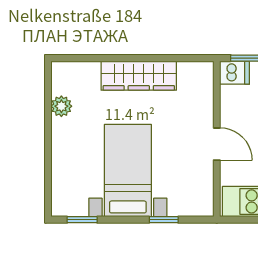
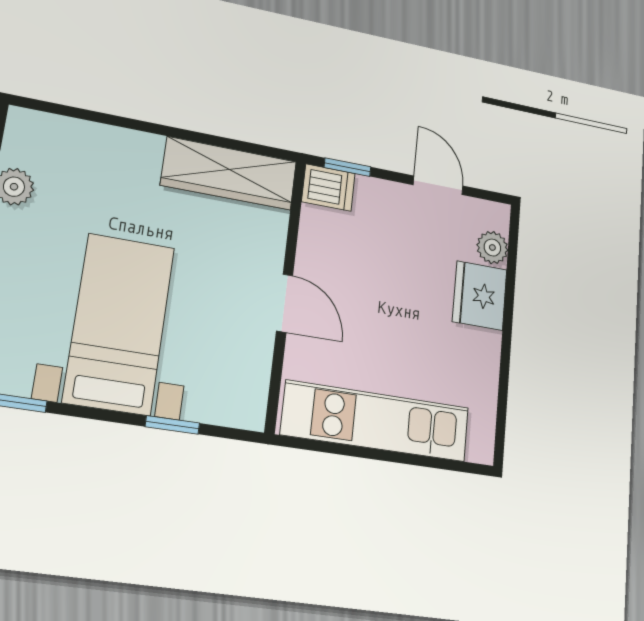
wardrobe: (139, 76) -> (229, 173), moved

